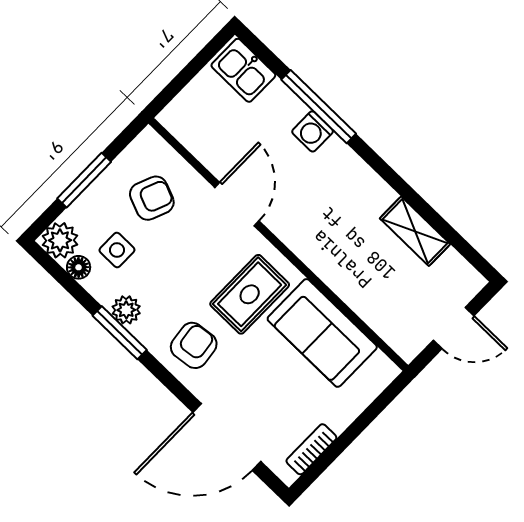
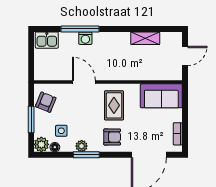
armchair: (152, 198) -> (46, 102), moved
sofa: (322, 333) -> (161, 96), moved
armchair: (194, 345) -> (112, 137), turned 97

